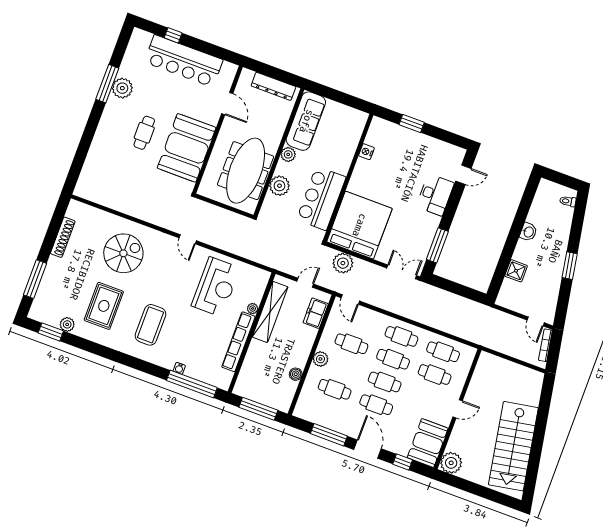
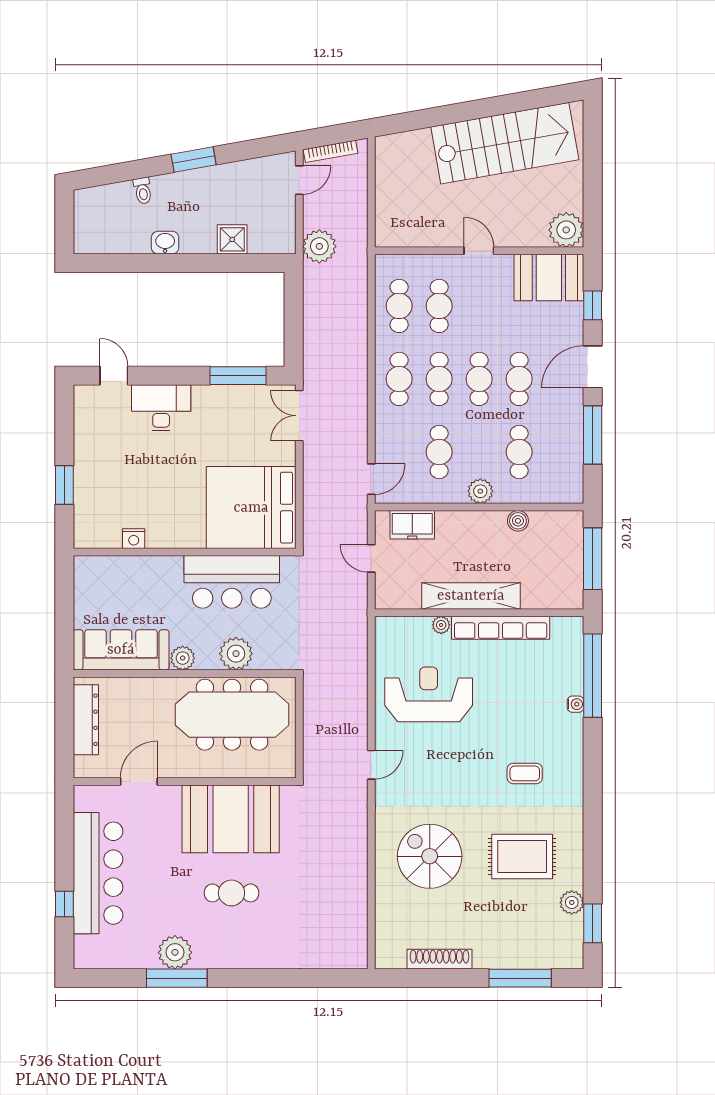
toilet: (568, 201) -> (143, 191), moved
plant: (343, 263) -> (319, 246), moved
shelving: (270, 312) -> (471, 596), moved
coffee table: (150, 325) -> (525, 773), width x0.54, depth x0.58

